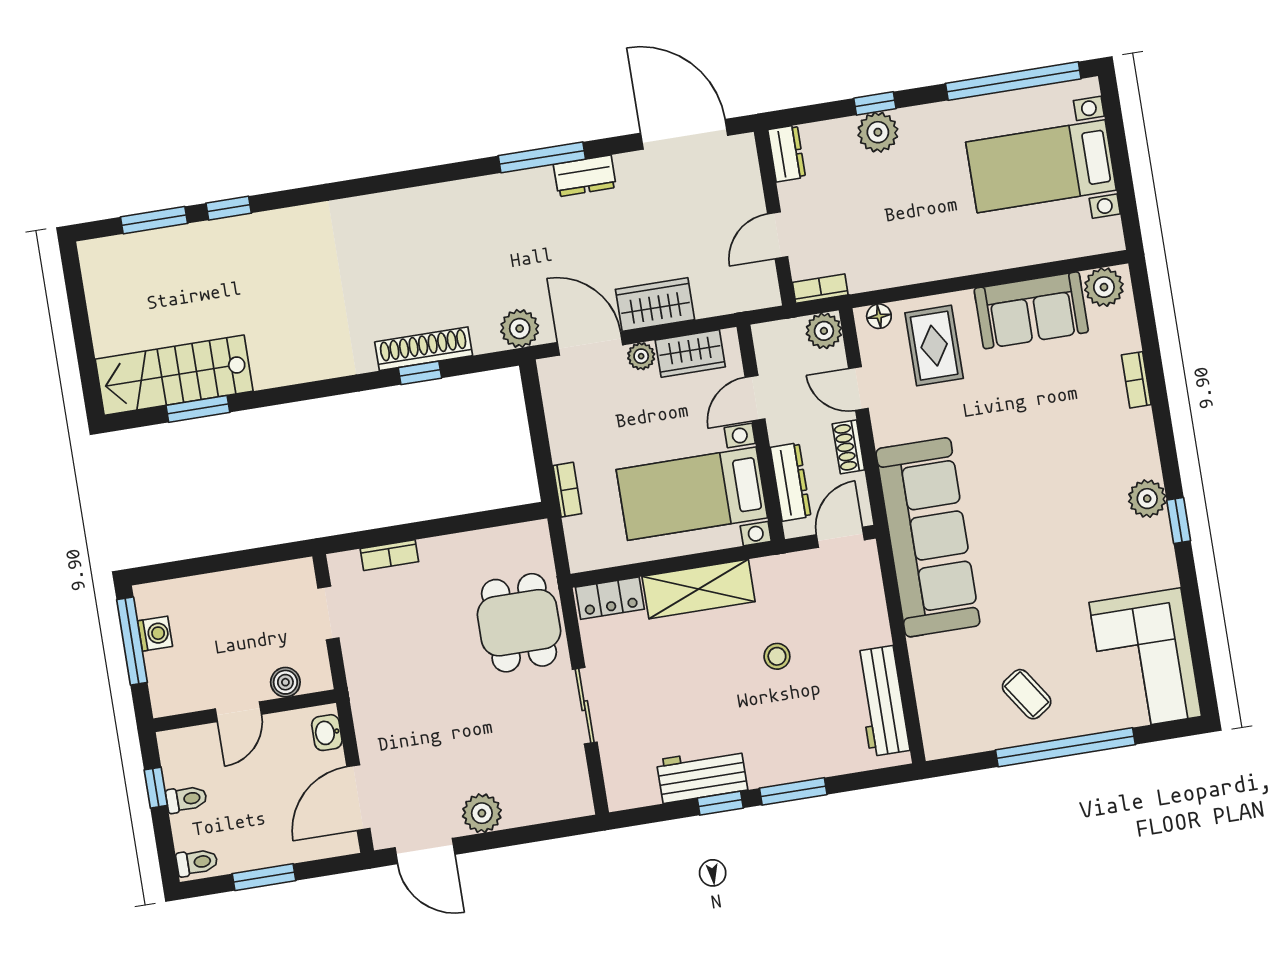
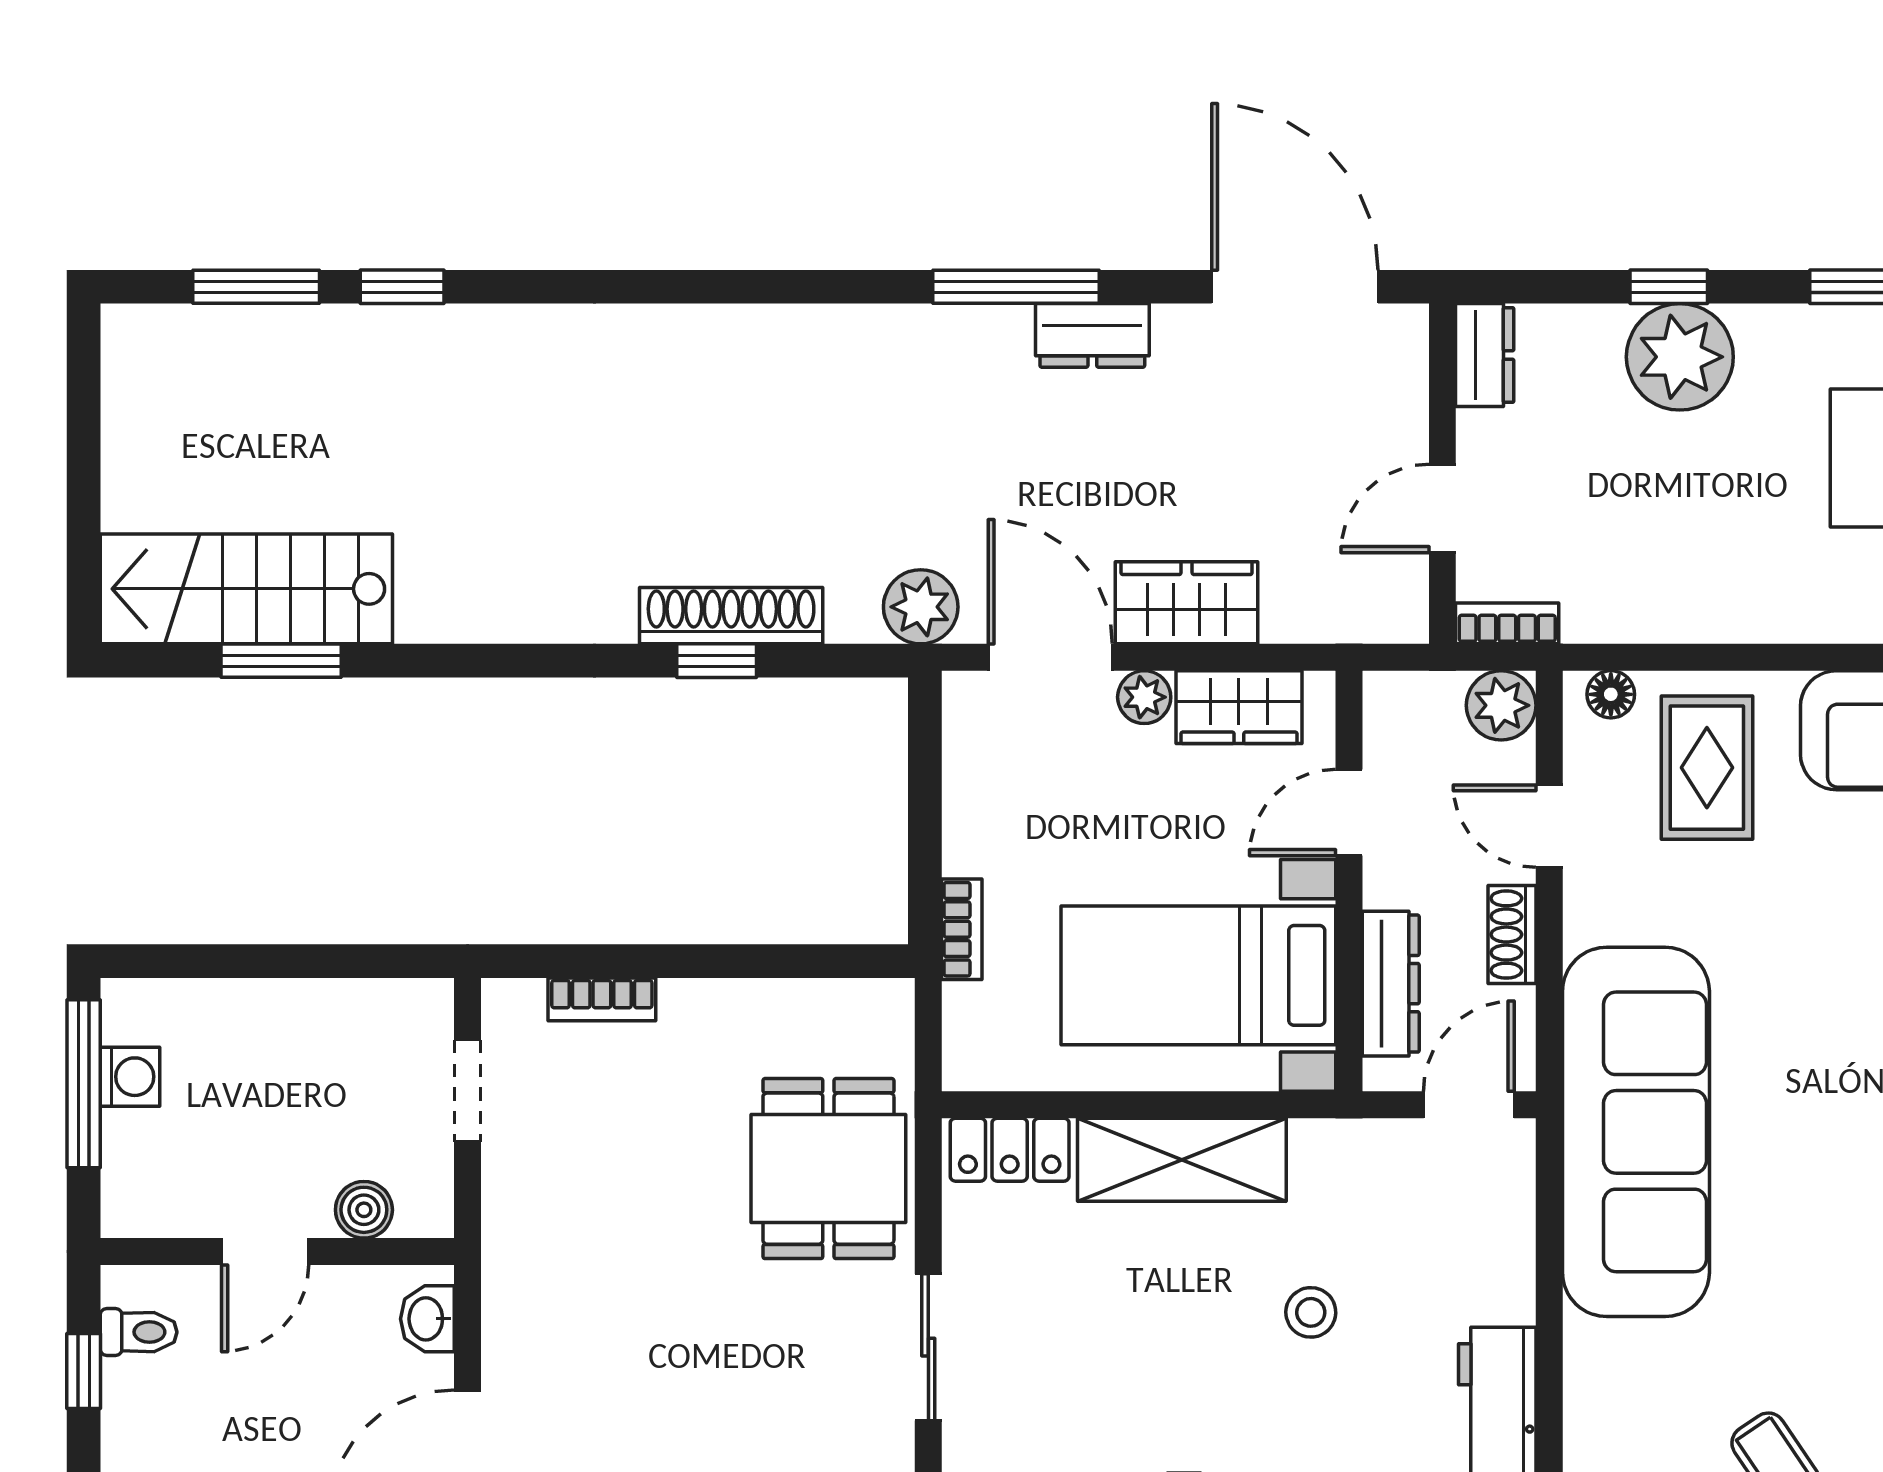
plant: (878, 132) -> (1680, 357), width x1.36, depth x1.36
toilet: (186, 799) -> (139, 1332), moved

